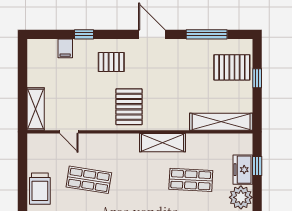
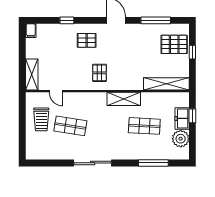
filing cabinet: (65, 48) -> (31, 31), moved
pallet: (129, 107) -> (99, 73), width x0.67, depth x0.71
trolley: (40, 189) -> (41, 119), moved

